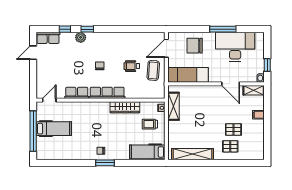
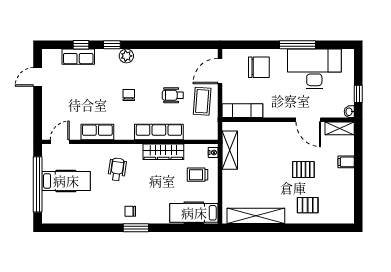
plant: (81, 37) -> (126, 56), moved
row of seats: (48, 38) -> (78, 57), moved
chair: (195, 46) -> (259, 67), turned 180
exam couch: (188, 75) -> (242, 111), width x0.73, depth x0.69
row of seats: (107, 93) -> (159, 132), moved
wheelchair: (91, 120) -> (117, 169), added
pallet: (233, 129) -> (303, 170), moved

